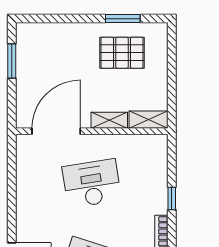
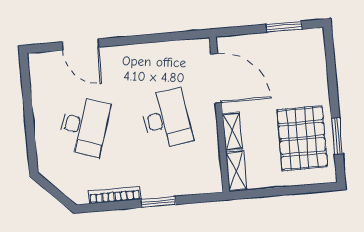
pallet: (122, 53) -> (302, 138), width x1.37, depth x1.41
window: (172, 198) -> (158, 202), width x1.50

